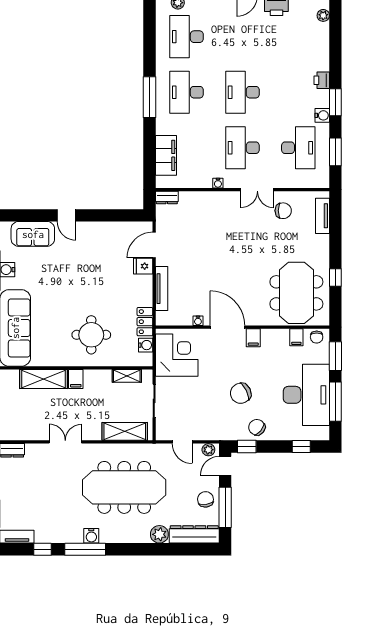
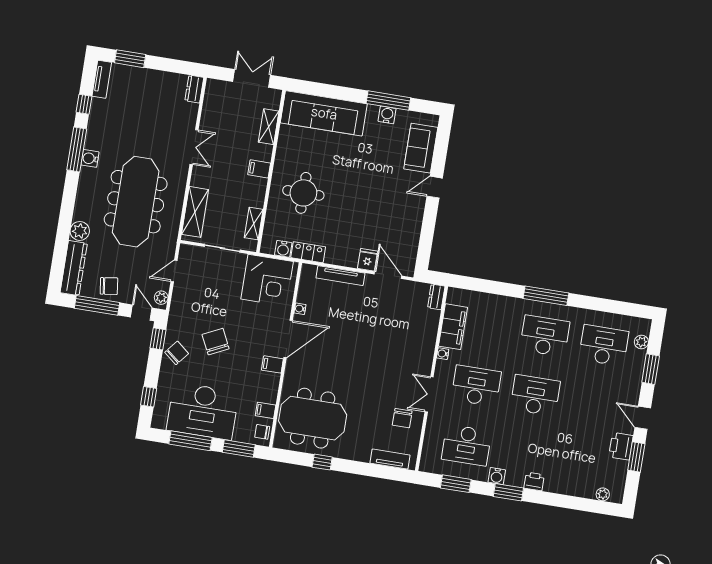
filing cabinet: (166, 155) -> (453, 327), moved, turned -90
shelving: (44, 379) -> (269, 127), width x0.67, depth x0.75

